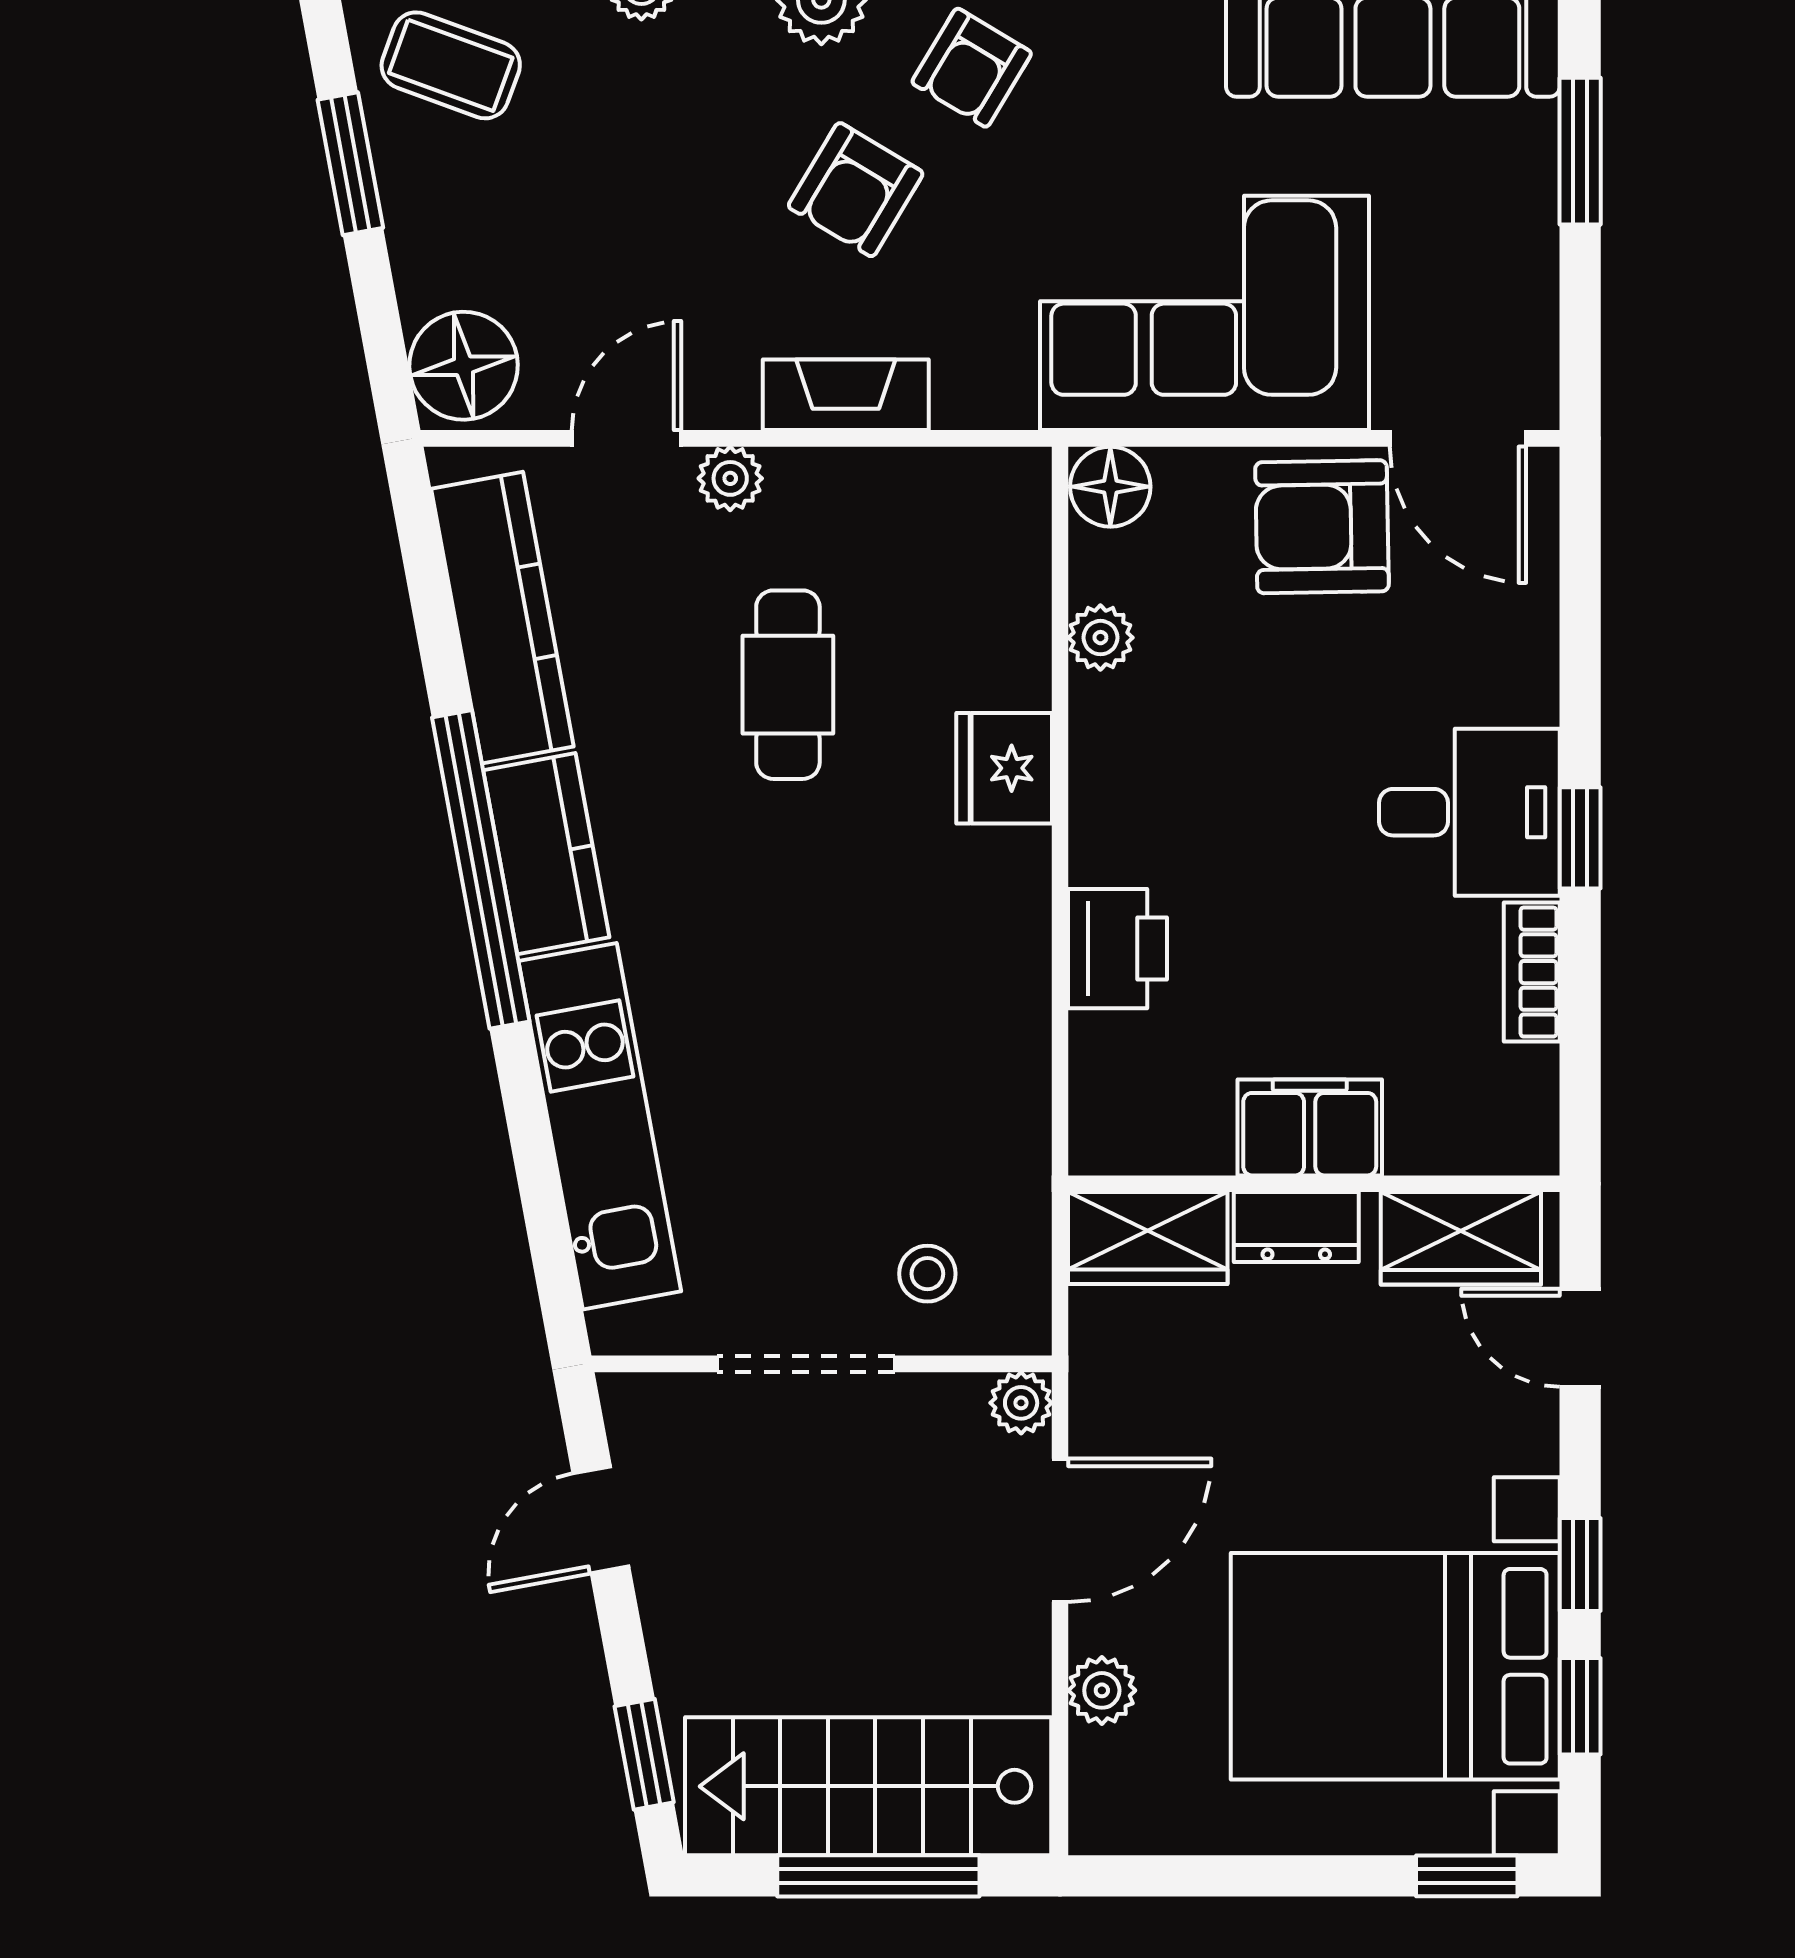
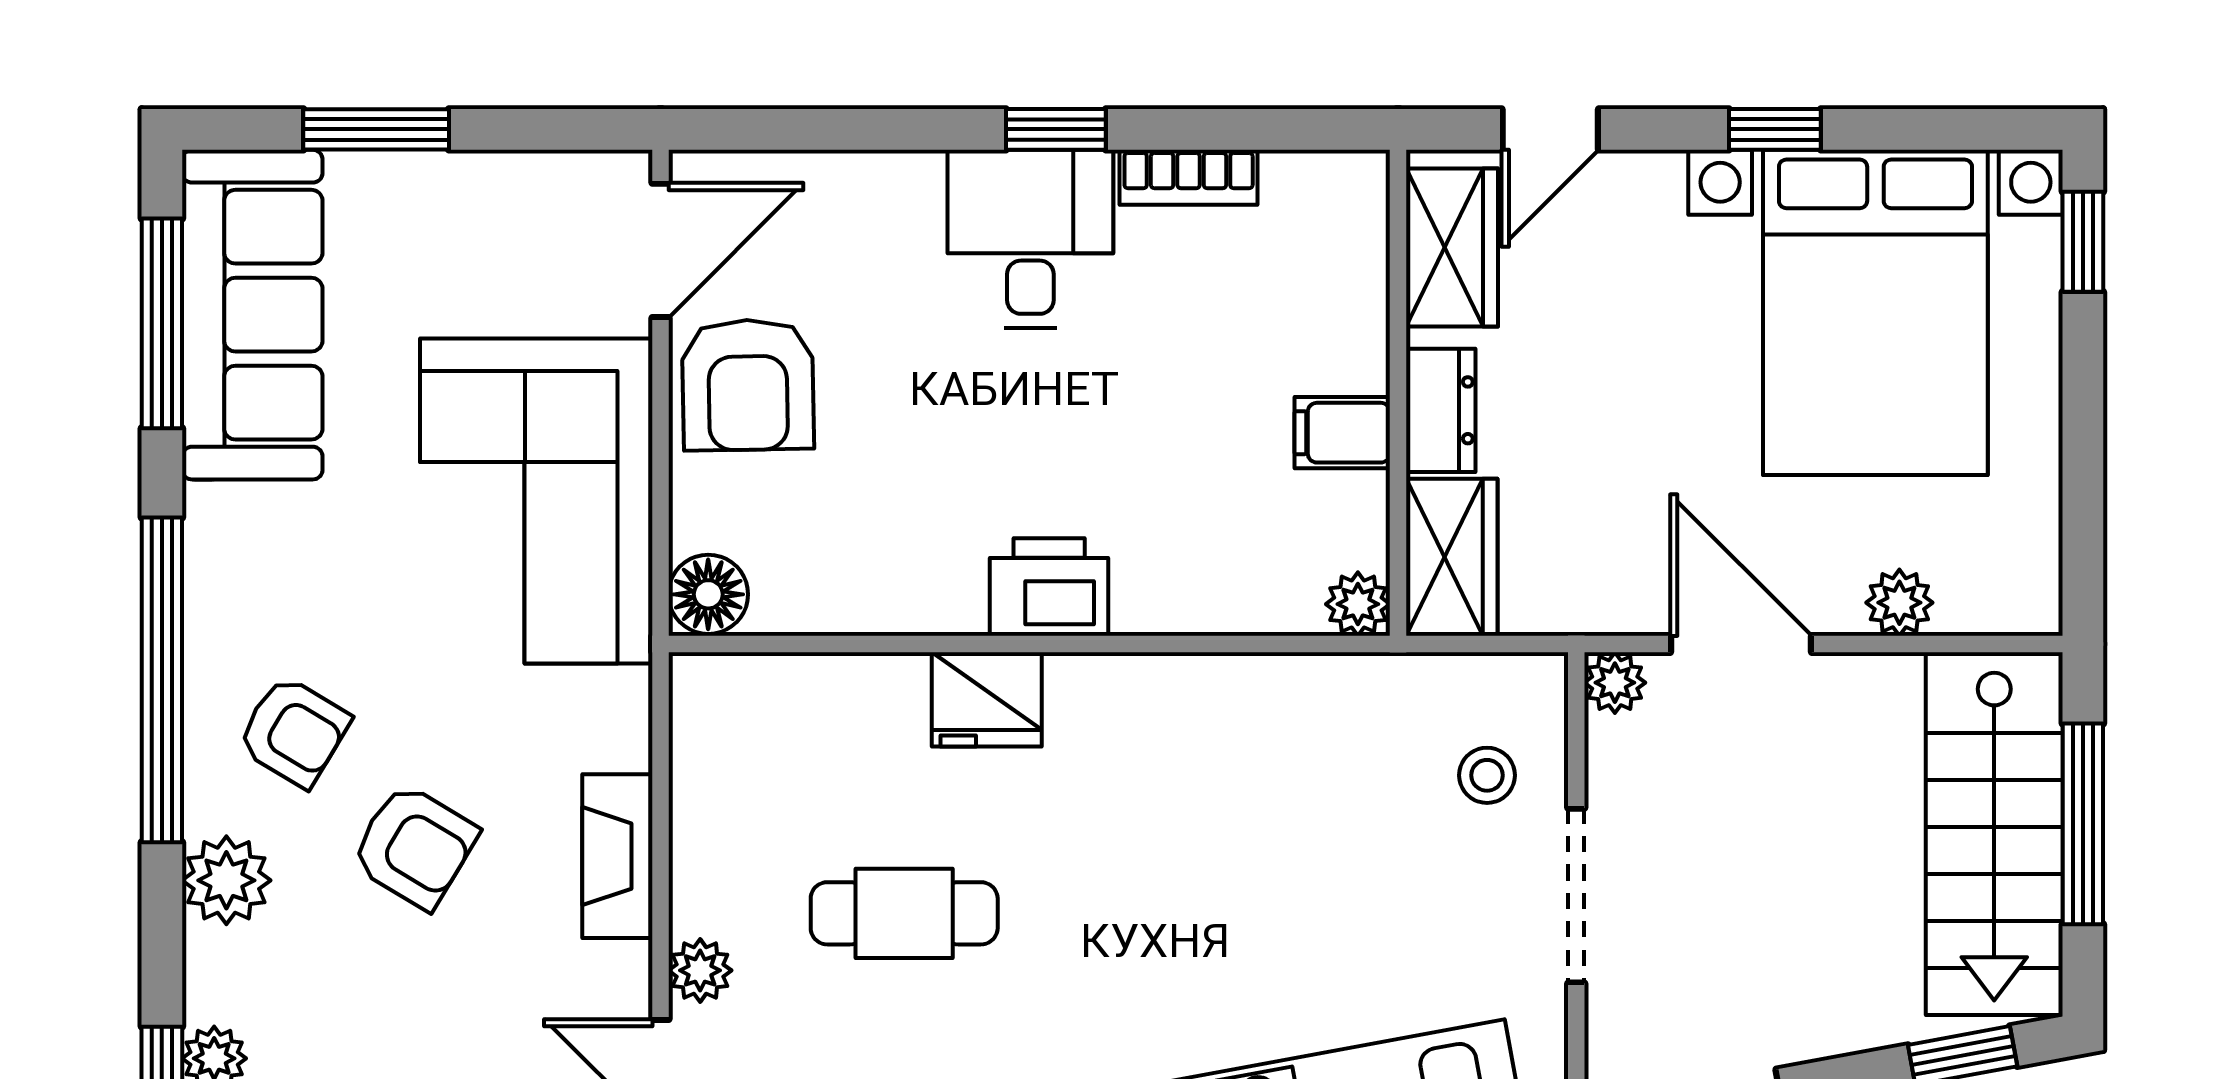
plant: (1100, 638) -> (1358, 604), moved
printer: (1118, 949) -> (1049, 587), moved
filing cabinet: (1310, 1127) -> (1342, 433), width x0.50
window: (1580, 1706) -> (1915, 129), removed

